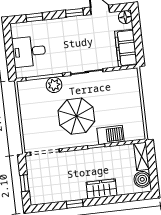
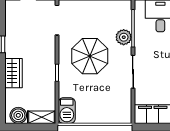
barbecue: (111, 135) -> (67, 111), moved

